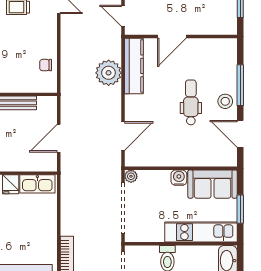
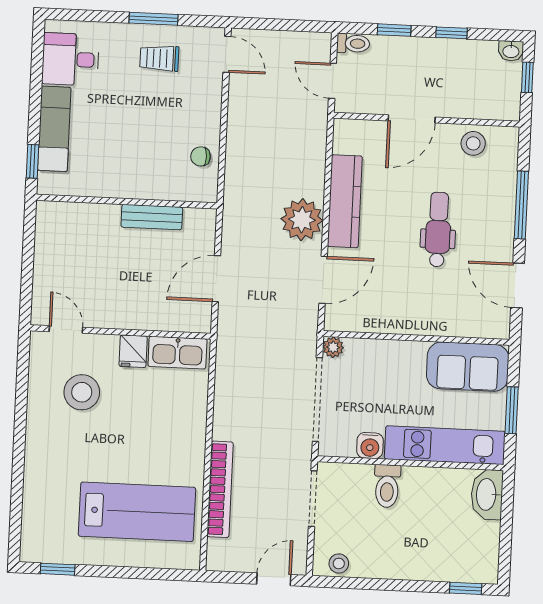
kitchen counter: (134, 66) -> (345, 201), moved
plant: (109, 73) -> (302, 220), moved
stool: (225, 101) -> (473, 143), moved
water cooler: (179, 178) -> (370, 446), moved, turned 180

